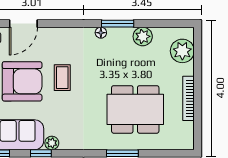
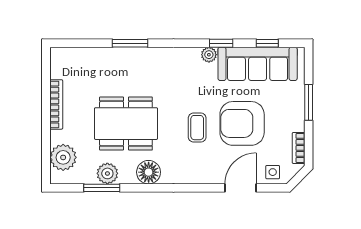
window: (118, 24) -> (102, 188), moved
floor lamp: (101, 33) -> (149, 172), width x1.89, depth x1.89
dining table: (135, 109) -> (126, 124), moved

